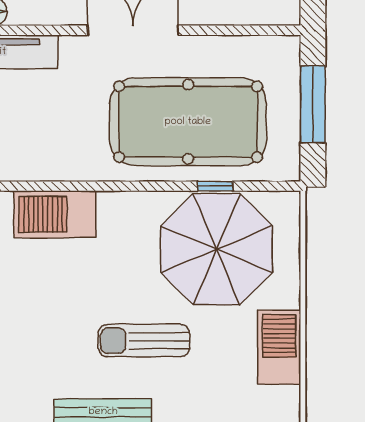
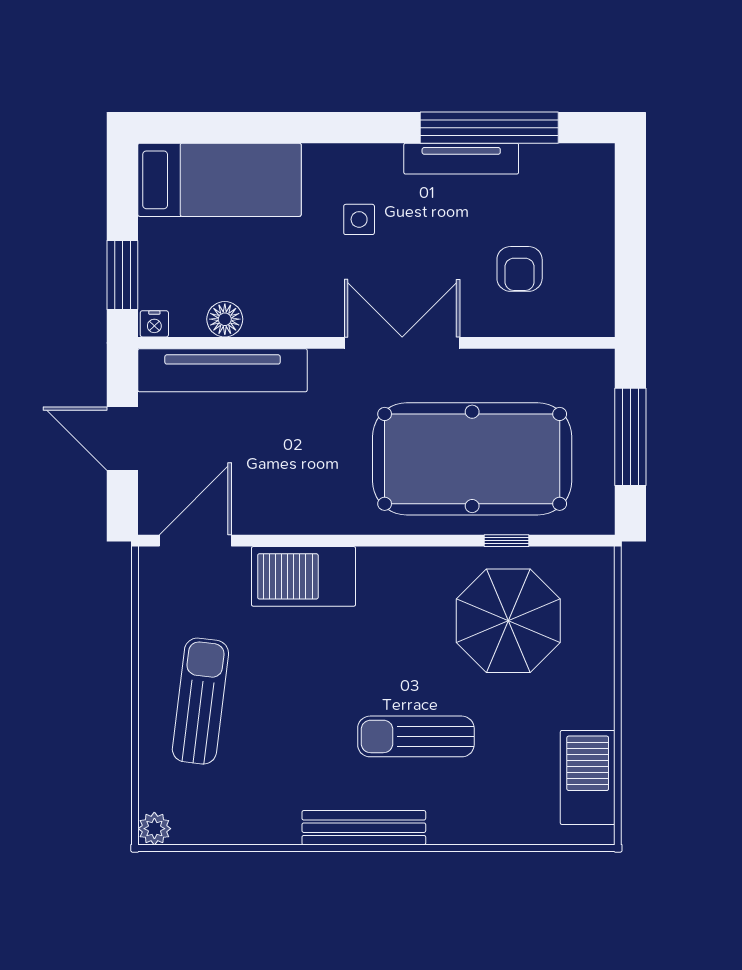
parasol: (217, 249) -> (508, 621), width x0.73, depth x0.73
barbecue: (279, 347) -> (588, 777), moved

